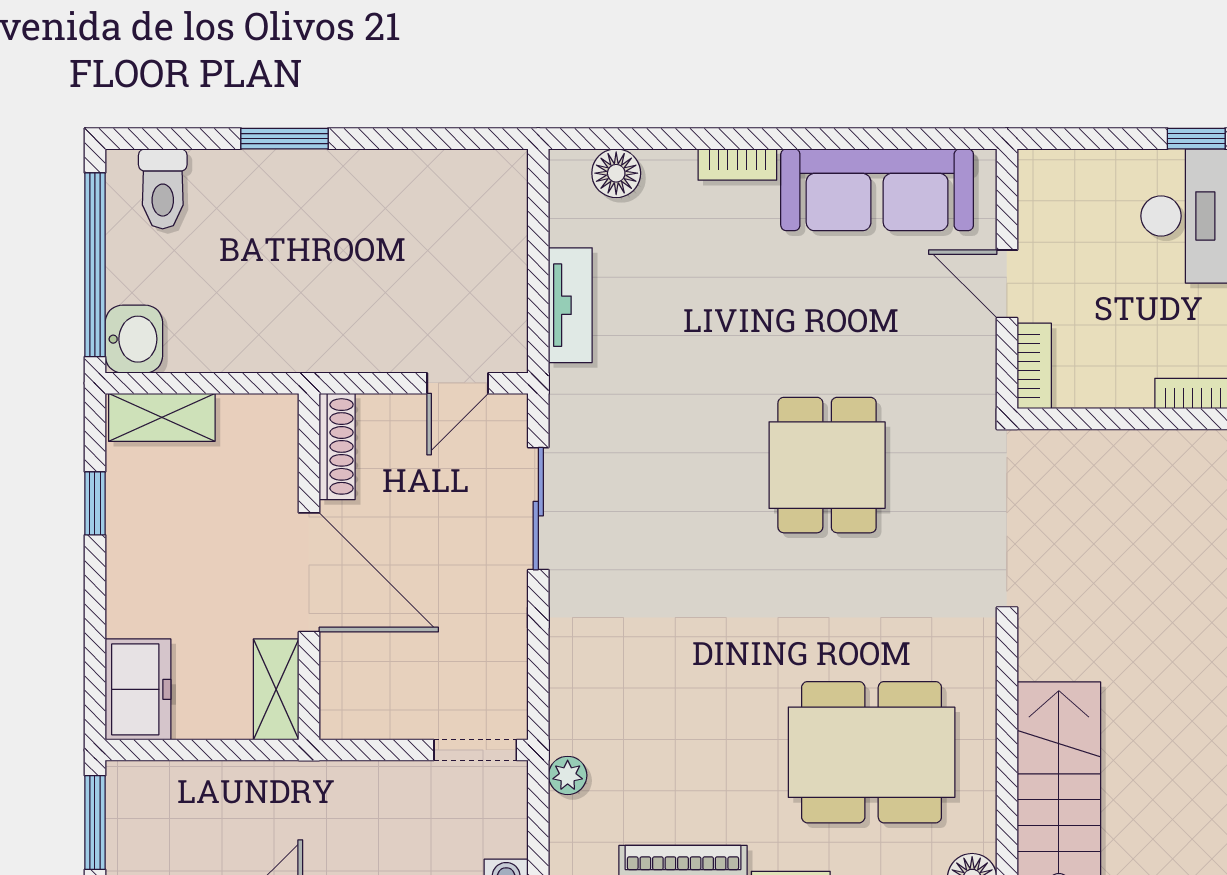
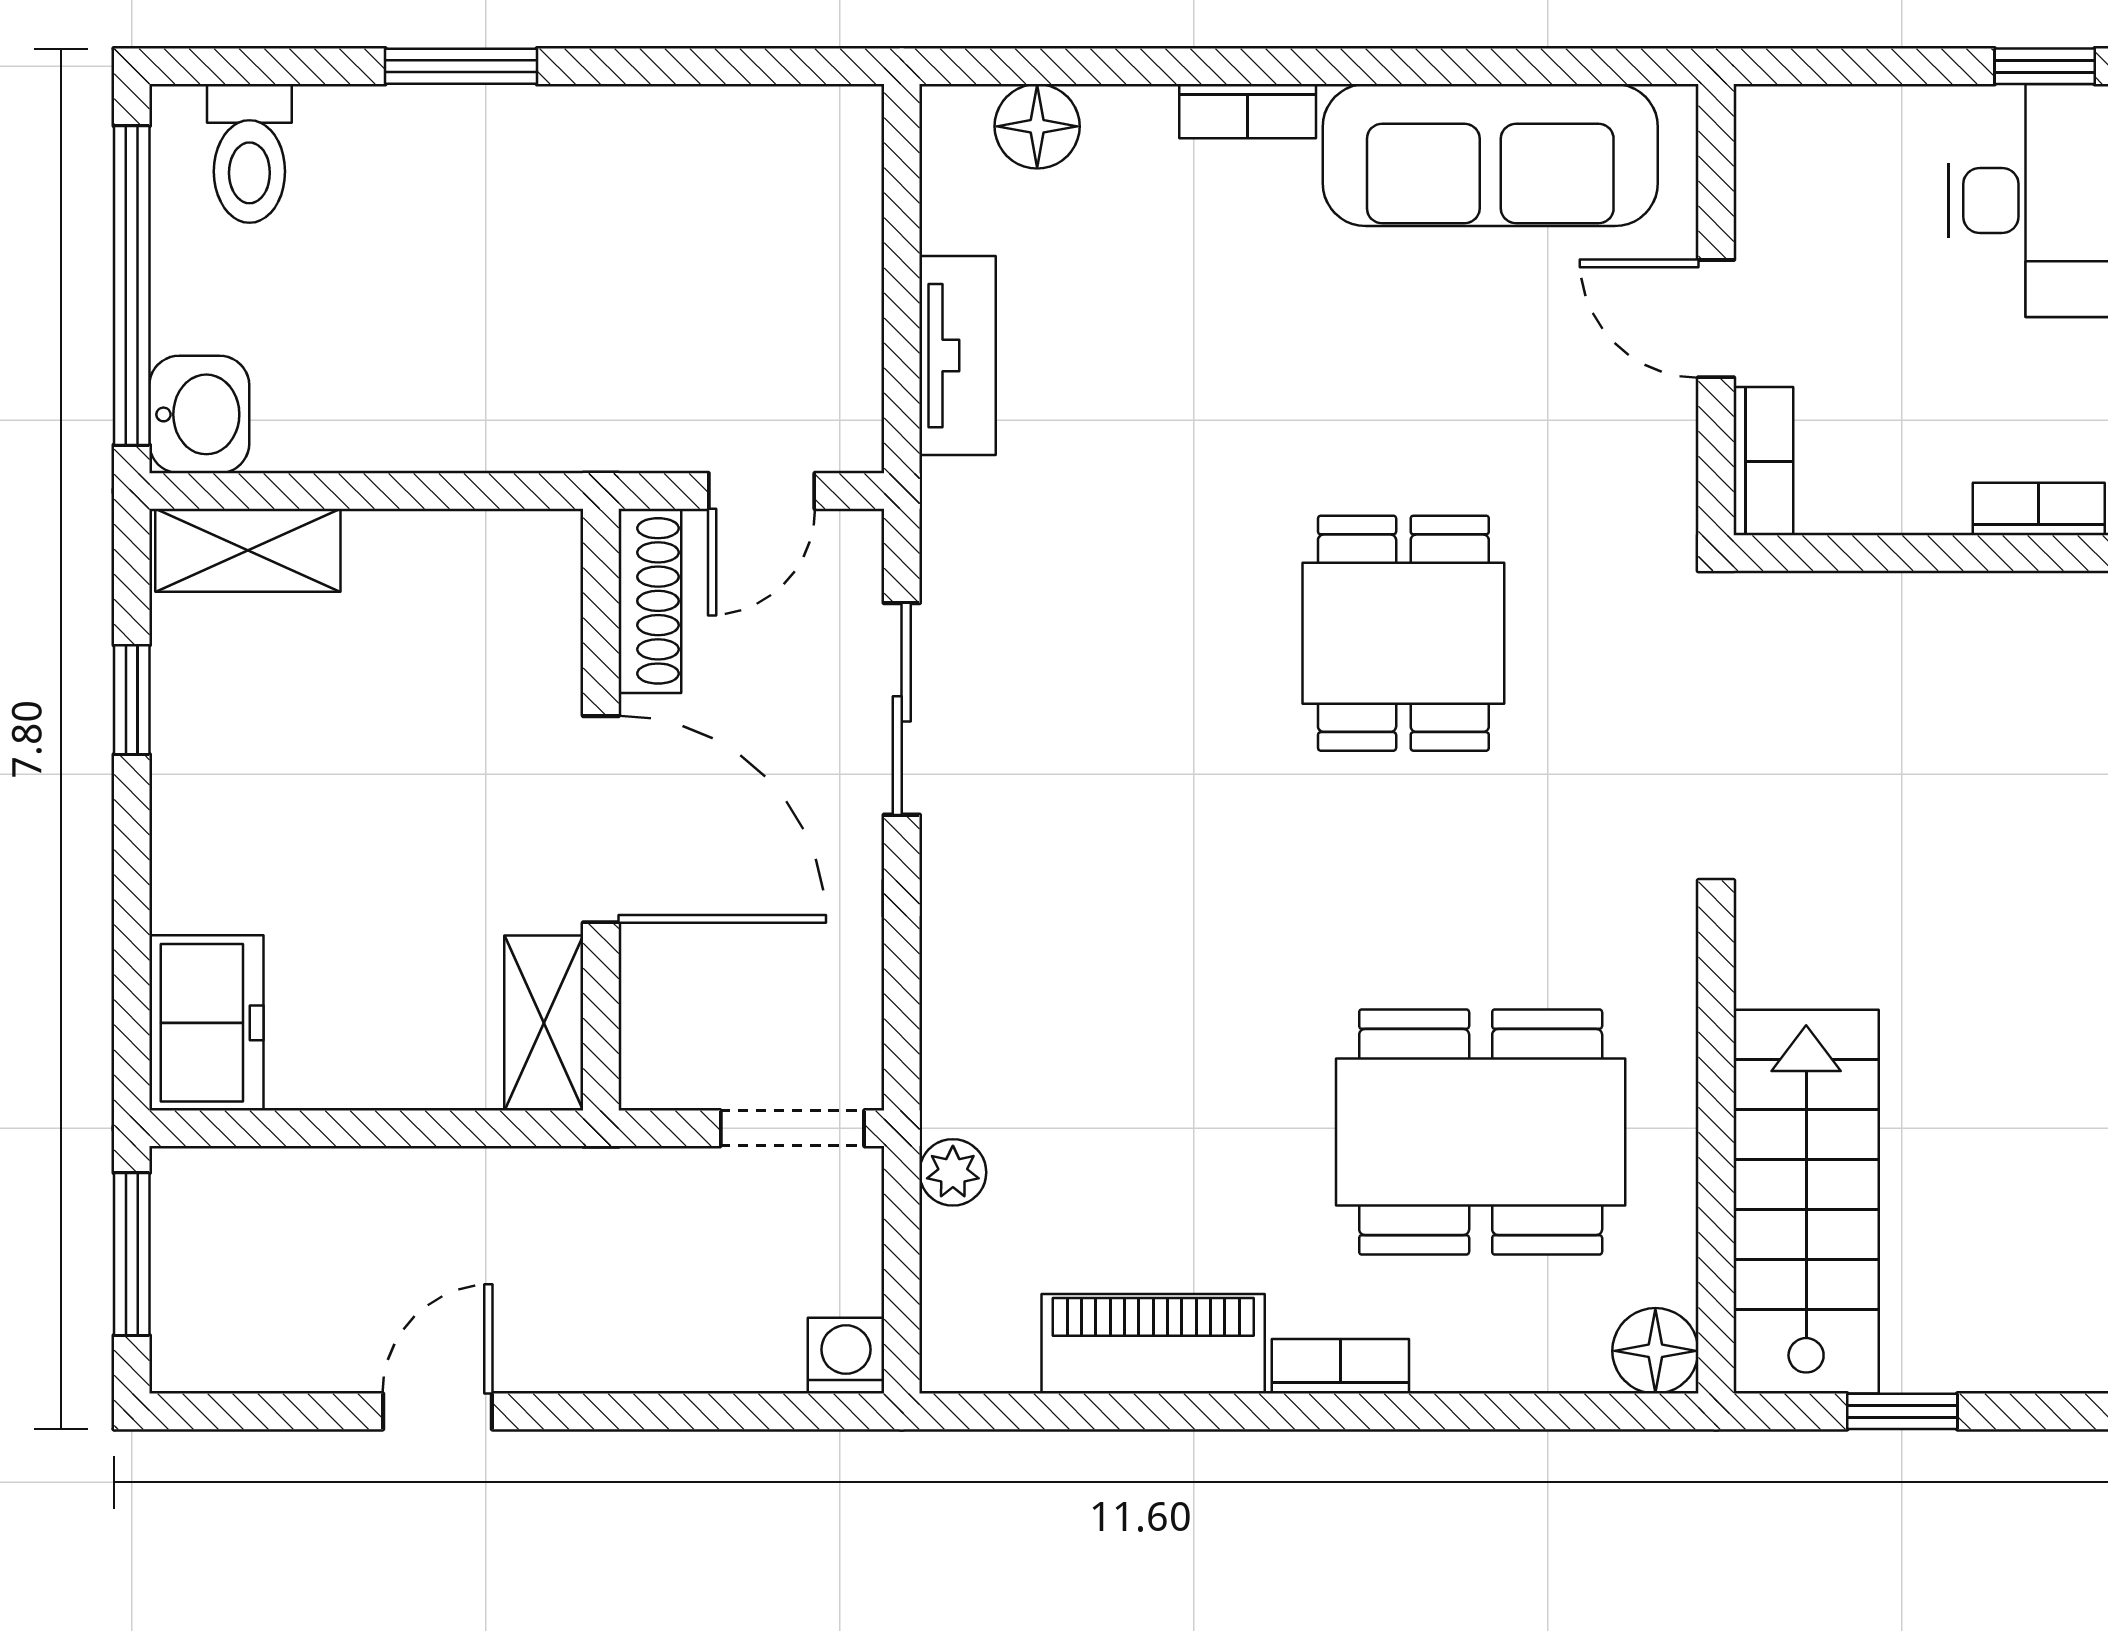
shoe rack: (337, 446) -> (650, 601), moved
wall: (309, 567) -> (601, 810), moved
door: (309, 572) -> (601, 819), moved
shelving: (276, 689) -> (544, 1023), moved

